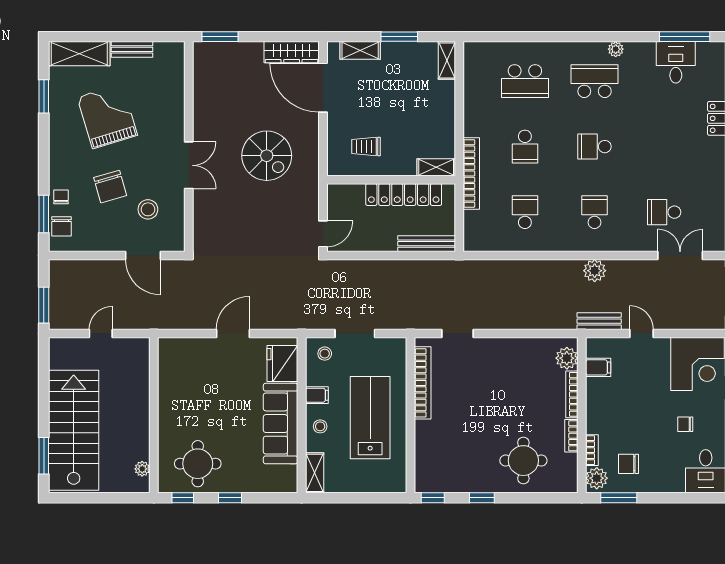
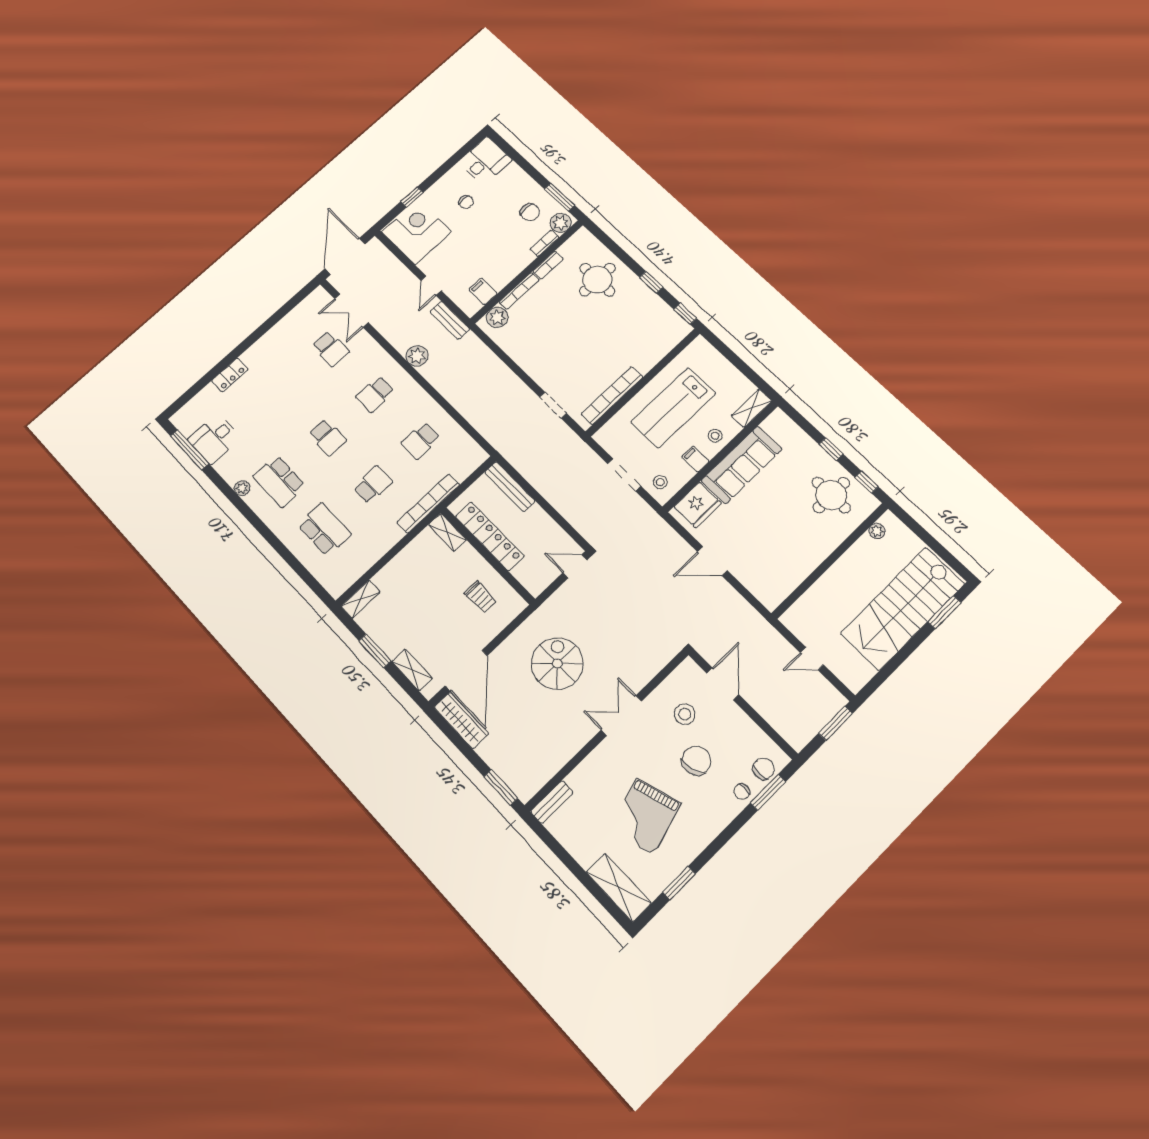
bench: (132, 49) -> (552, 802), moved, turned 90

